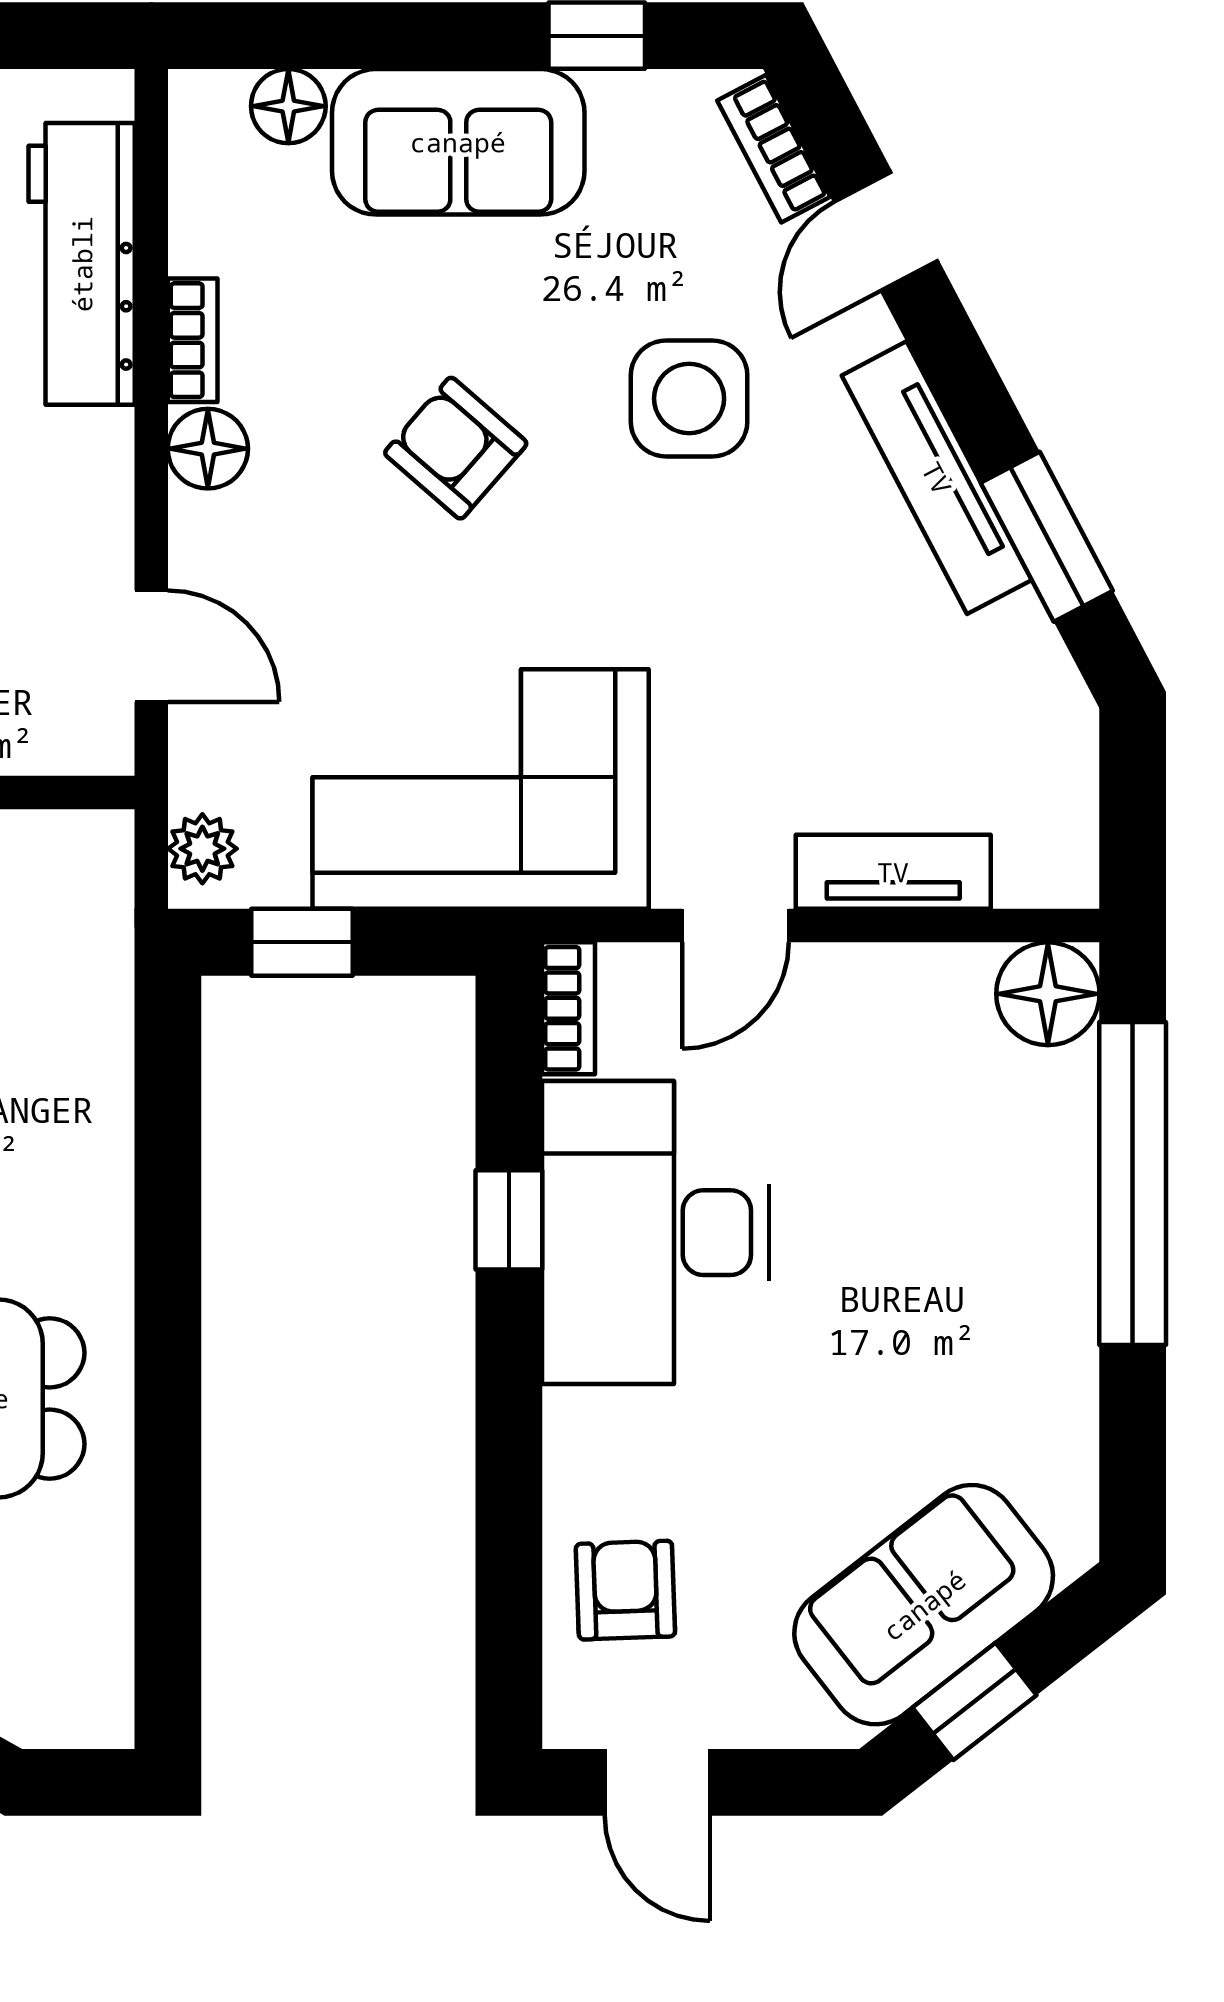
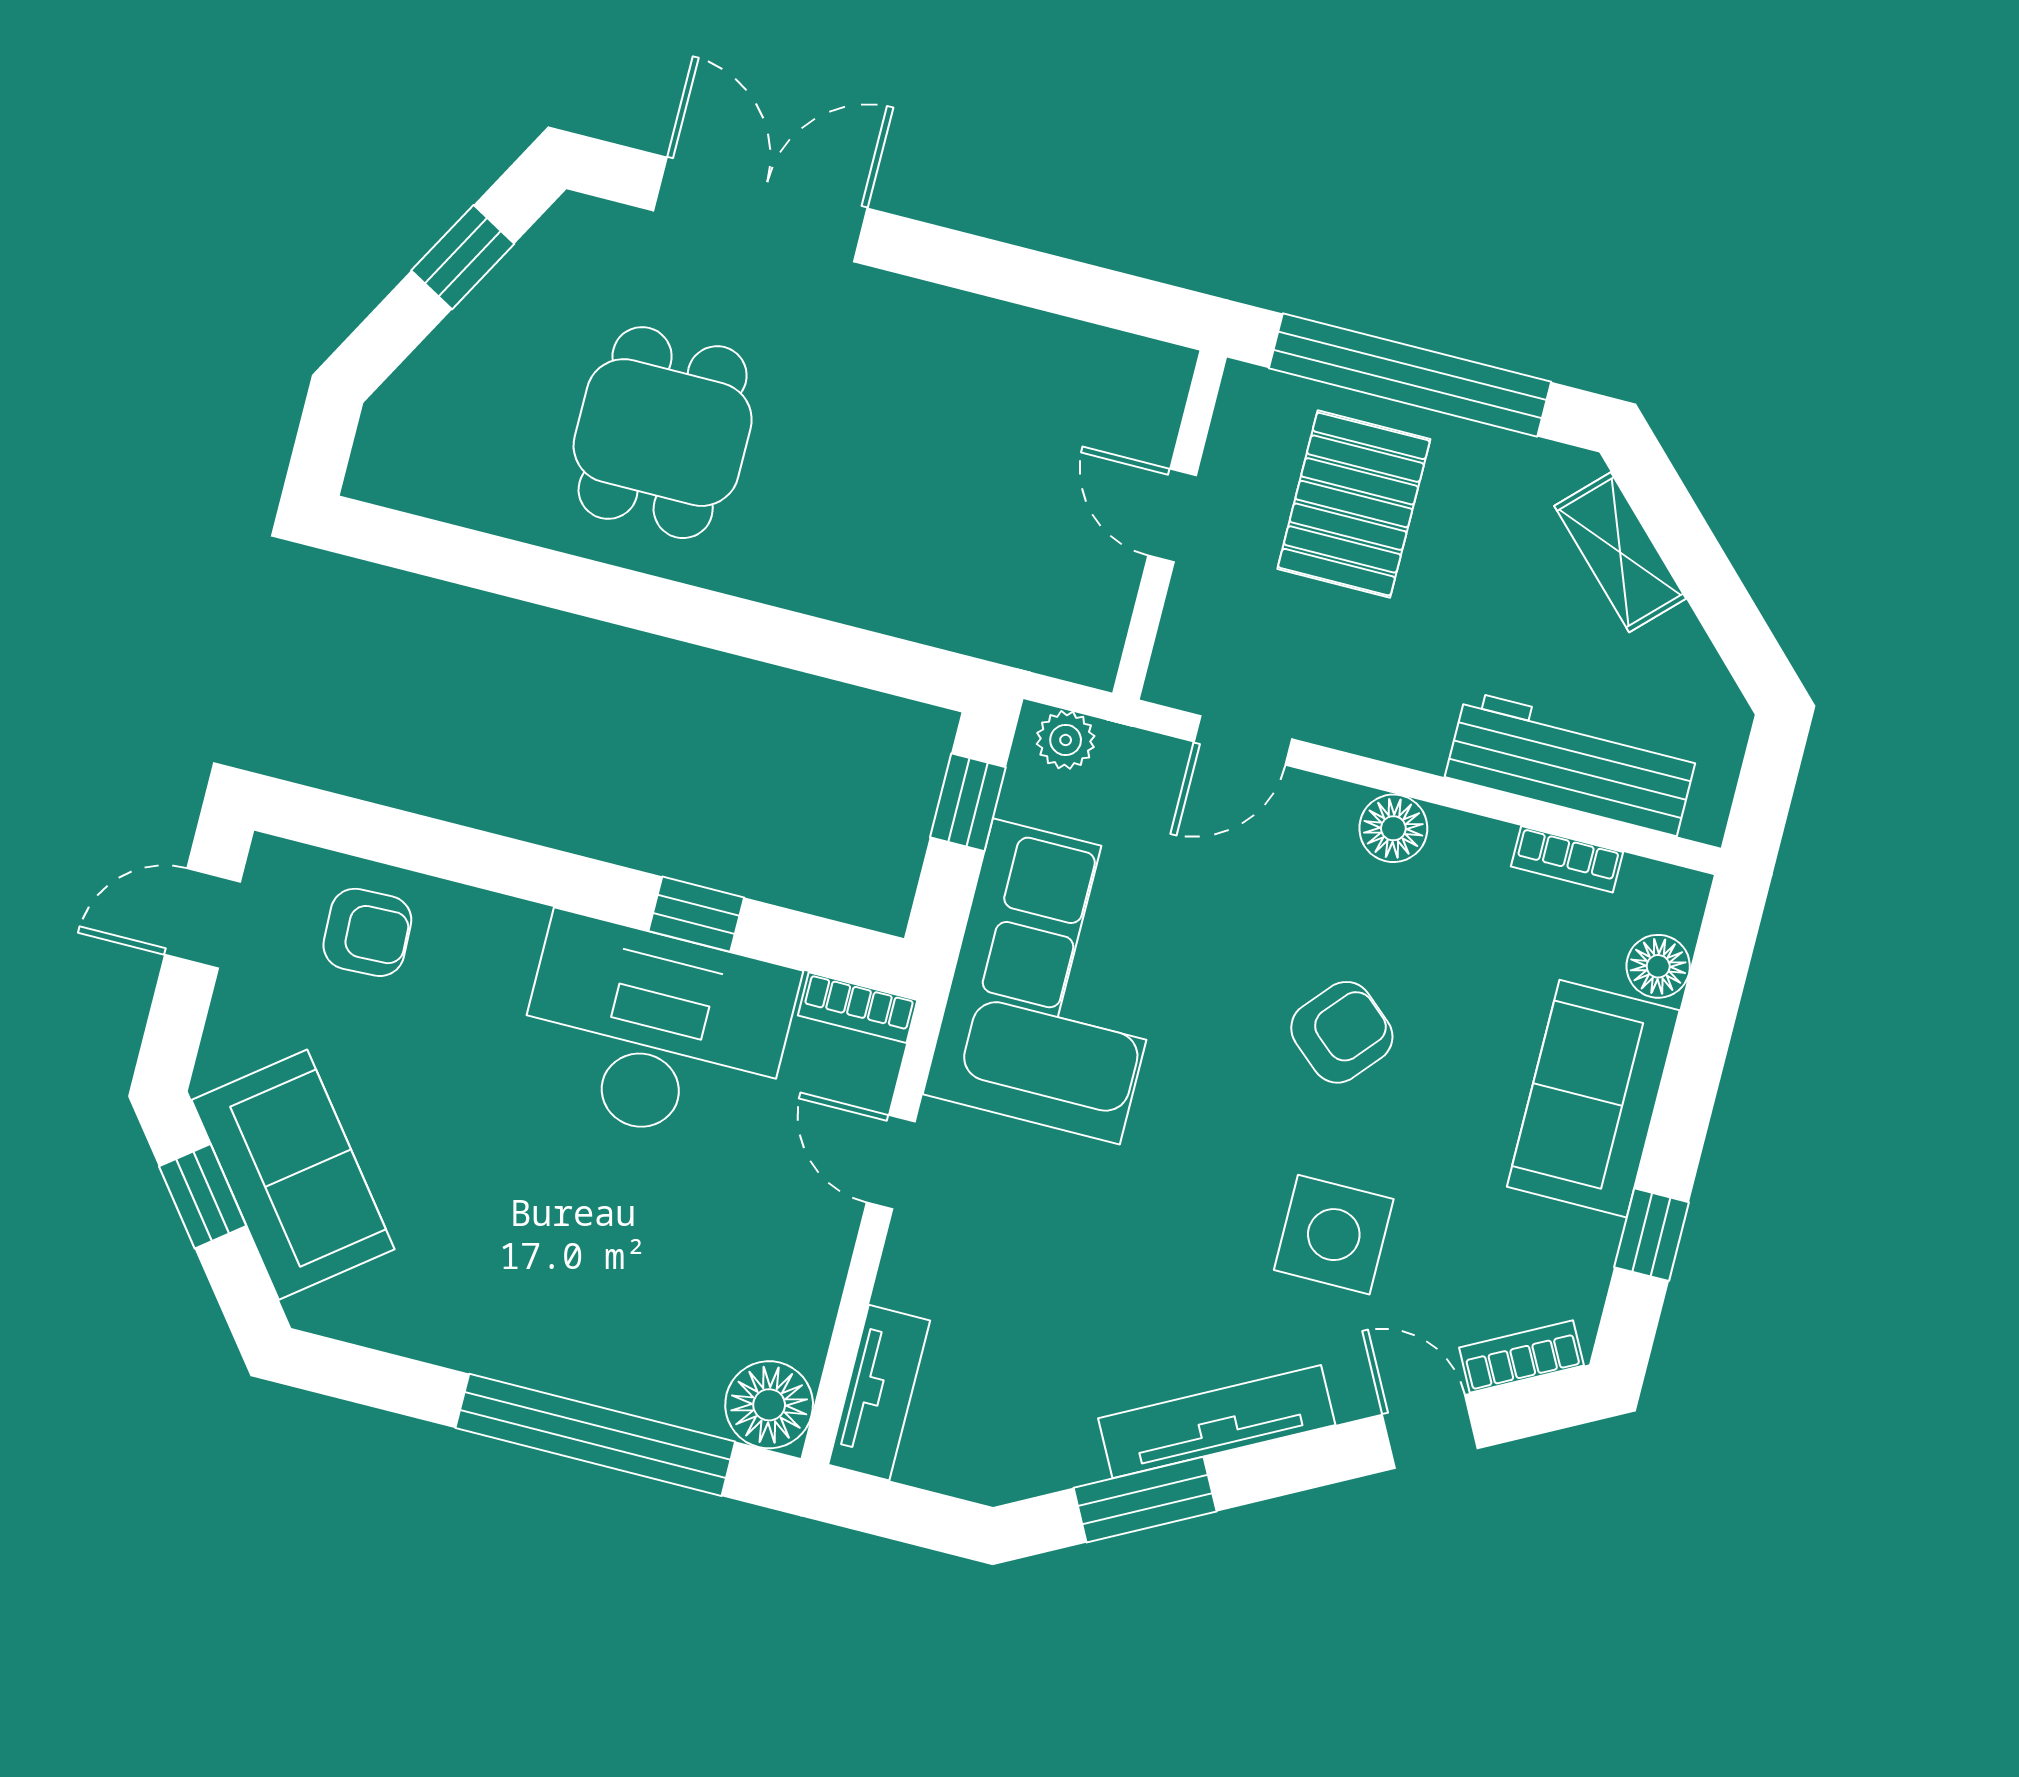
bookcase: (193, 340) -> (1567, 859), moved
tv unit: (893, 872) -> (879, 1393), moved

